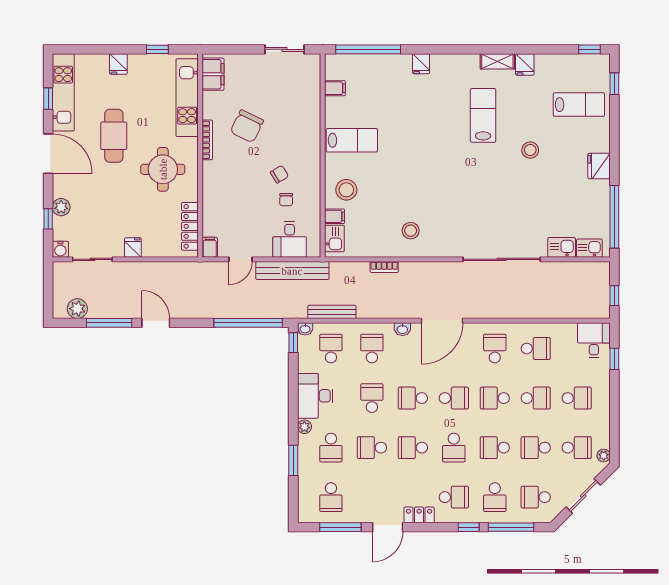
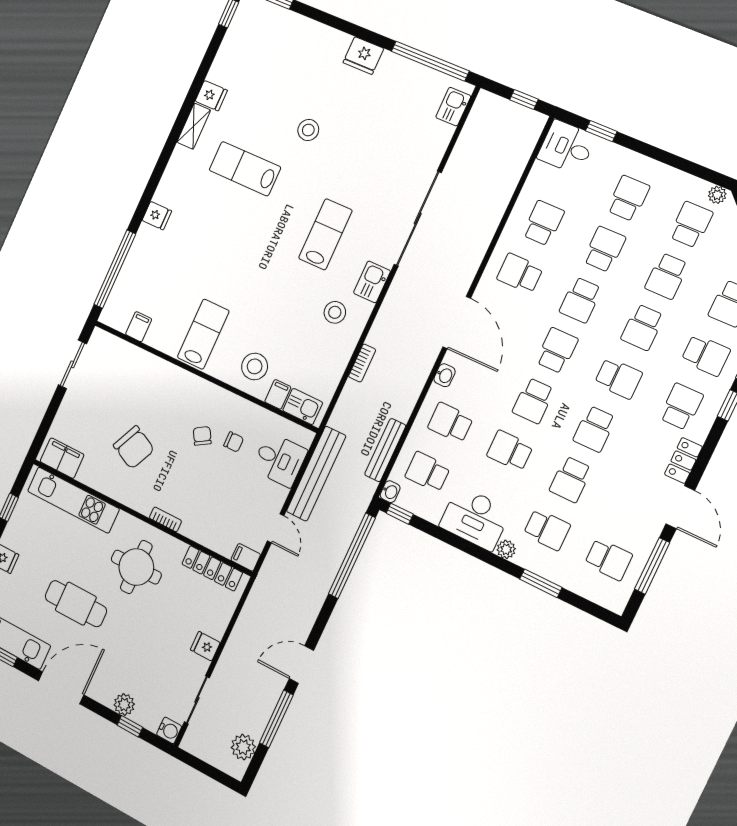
lab bench: (579, 105) -> (325, 234), moved
bookcase: (207, 140) -> (165, 519), moved, width x0.64
kitchen sink: (562, 247) -> (372, 282), moved

